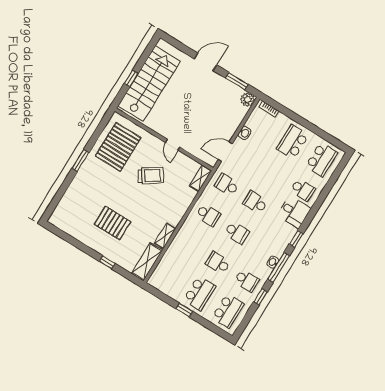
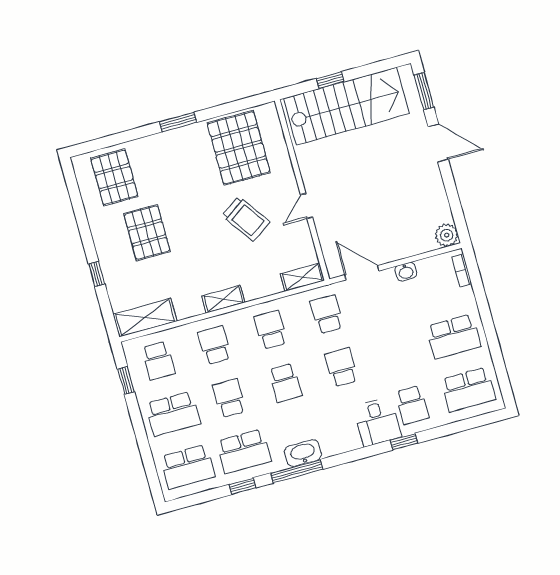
window: (237, 81) -> (424, 91), moved
school desk: (293, 142) -> (454, 336), turned 180
pallet: (118, 147) -> (239, 148), turned 90
pallet: (75, 212) -> (114, 177), added
school desk: (208, 215) -> (271, 330), turned 180
shelving: (165, 236) -> (223, 299), moved
window: (296, 239) -> (404, 442), moved
school desk: (189, 245) -> (214, 345), added
washbasin: (273, 262) -> (303, 453), width x1.91, depth x1.45
school desk: (171, 275) -> (158, 361), added
school desk: (247, 281) -> (244, 451), width x1.85
window: (184, 310) -> (126, 380), moved

